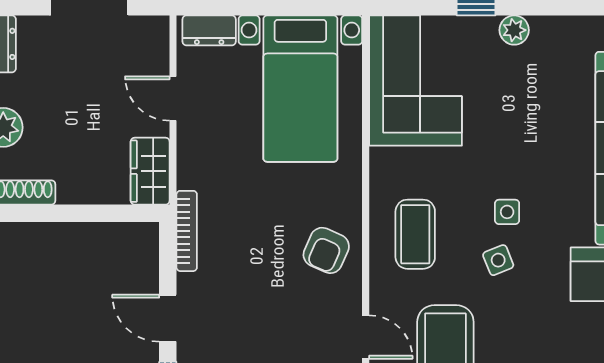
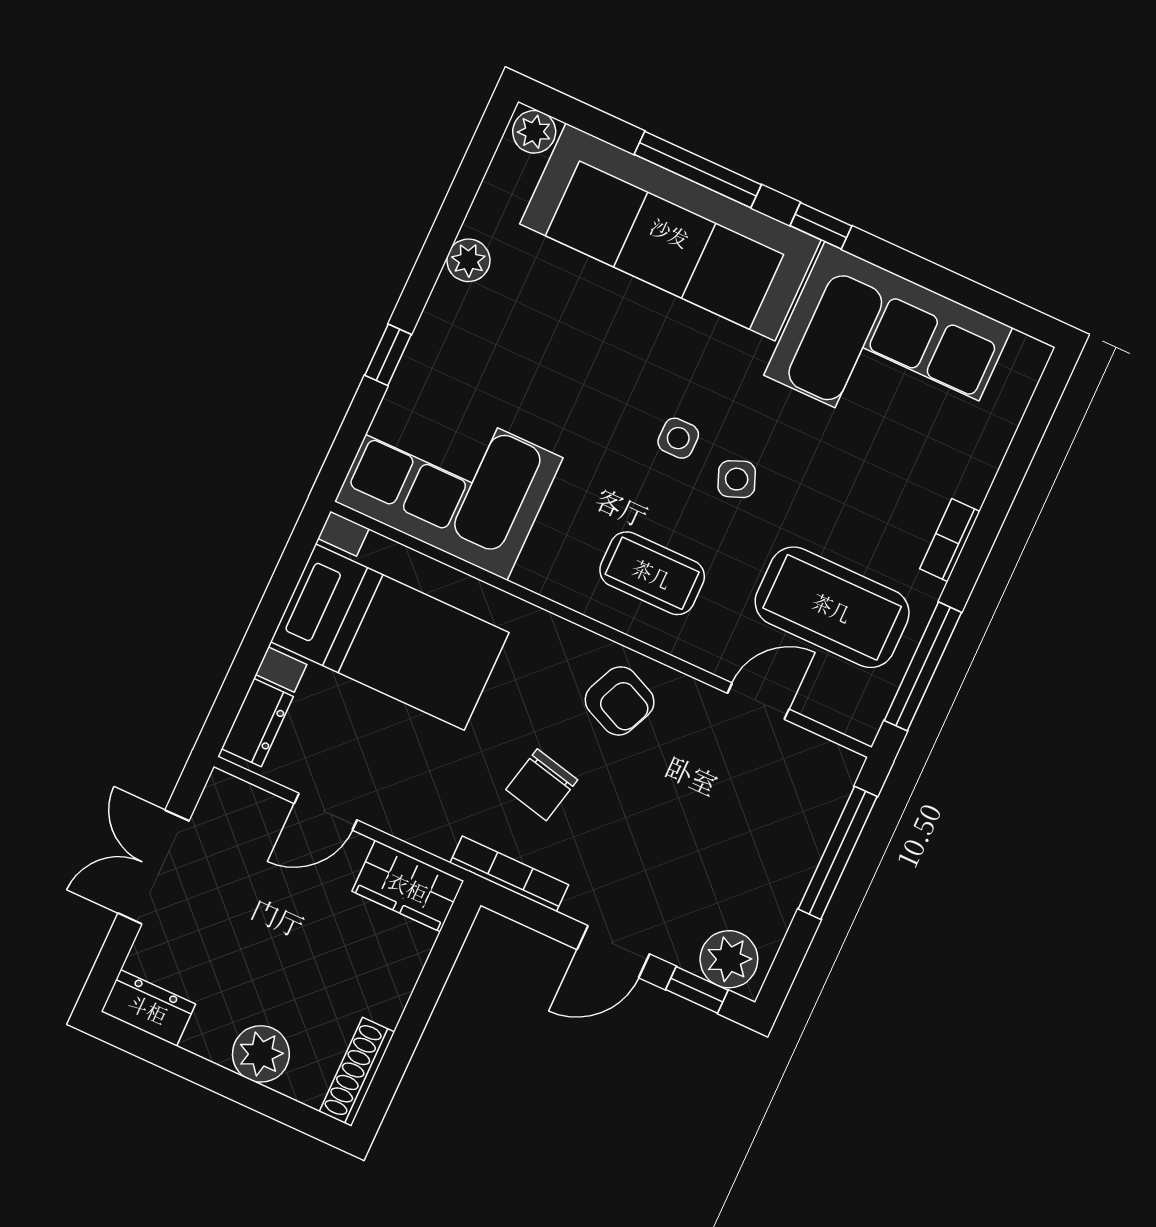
plant: (514, 30) -> (468, 260), moved
chair: (252, 226) -> (542, 785), added

